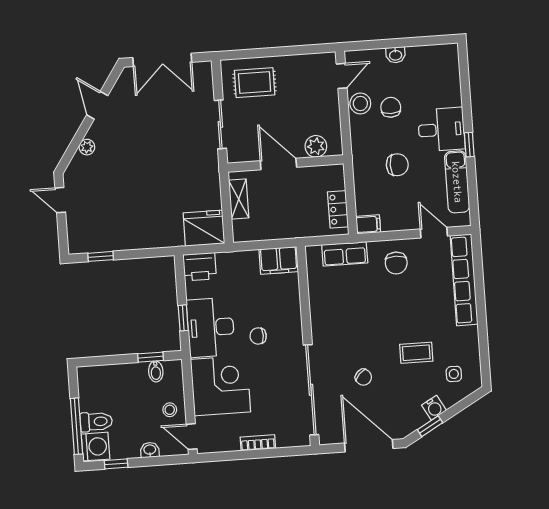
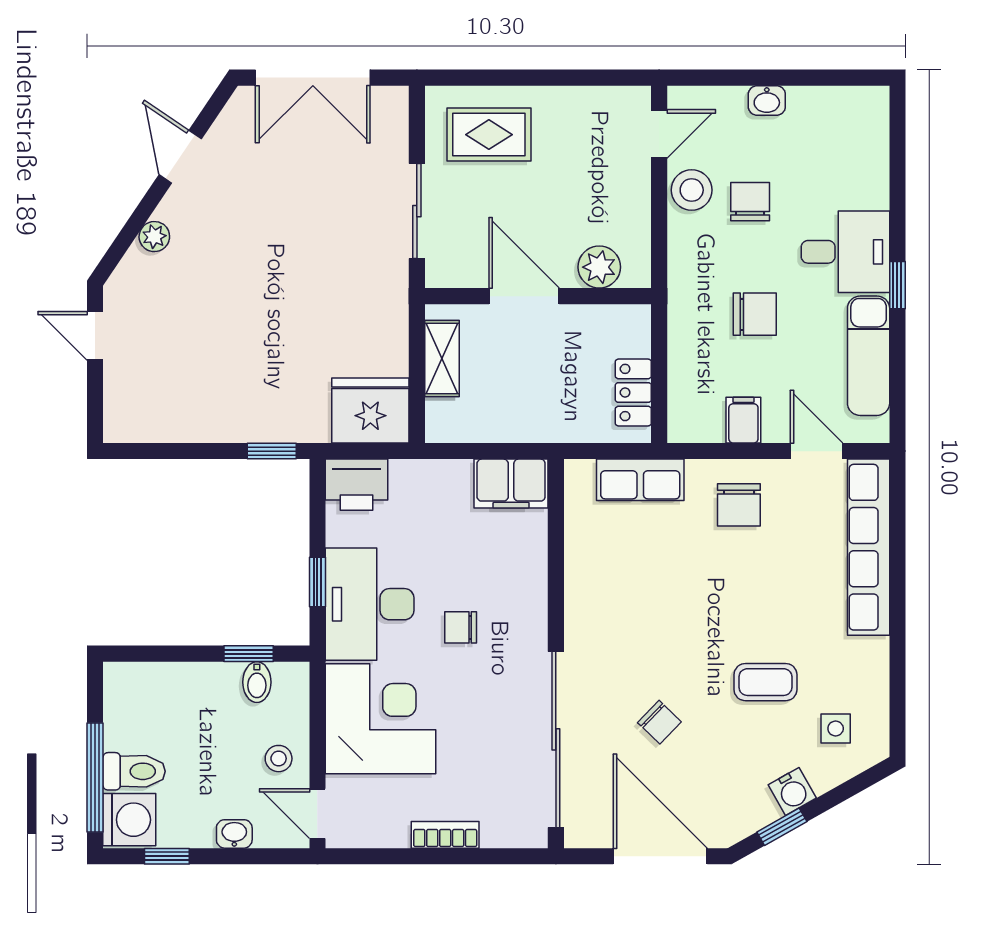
filing cabinet: (368, 224) -> (743, 420), moved, turned -90
window: (101, 256) -> (272, 451), moved

